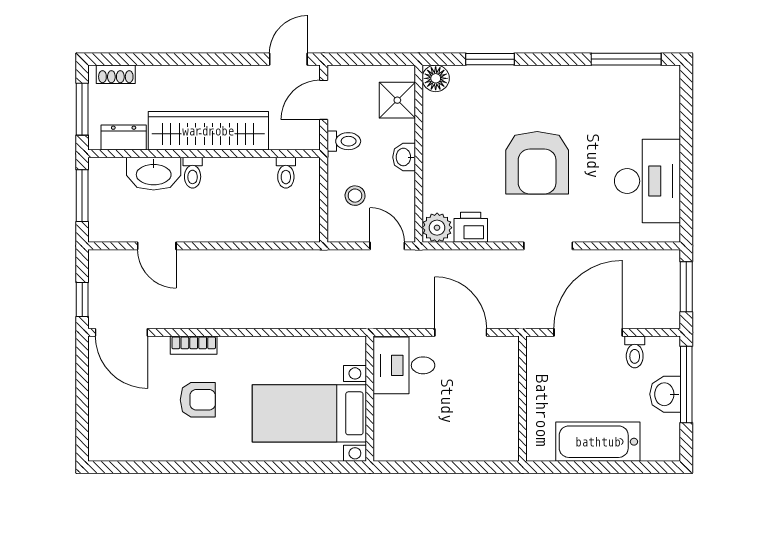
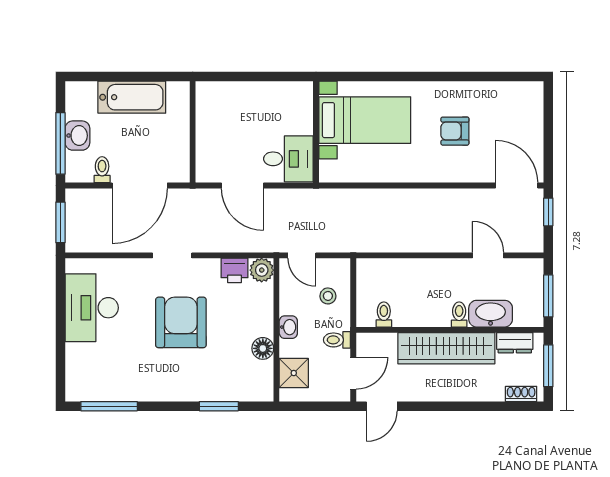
floor lamp: (436, 78) -> (263, 348), moved
bookcase: (194, 345) -> (458, 175), removed

